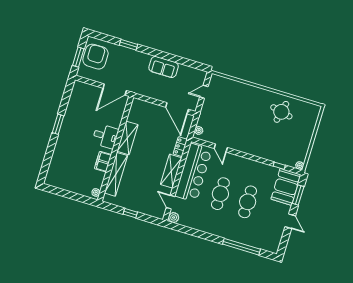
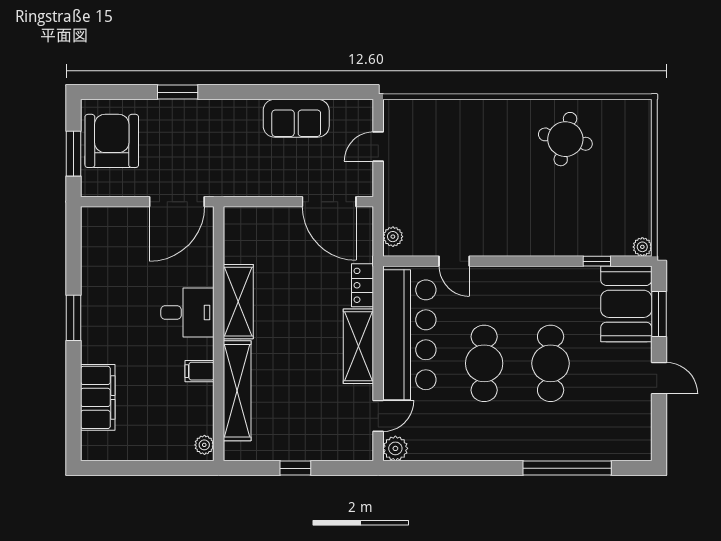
sofa: (164, 67) -> (296, 118), moved
filing cabinet: (58, 160) -> (98, 397), added
filing cabinet: (103, 162) -> (199, 371), width x0.50
door: (171, 202) -> (378, 416), swing flipped

